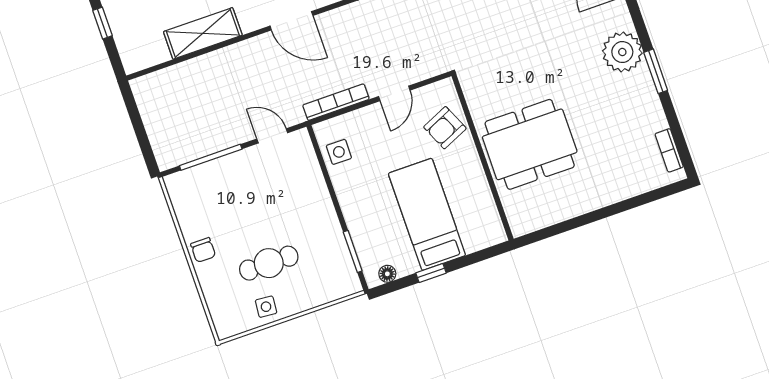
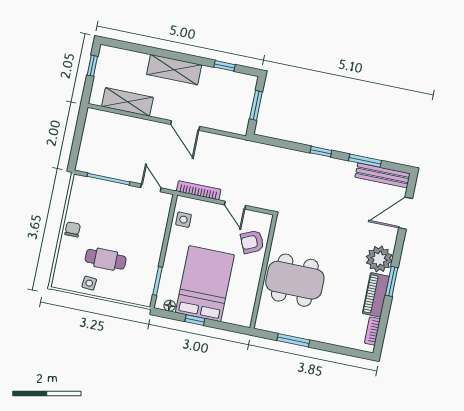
door: (291, 21) -> (185, 125), moved
shelving: (203, 33) -> (127, 102), moved
door: (394, 93) -> (235, 205), hinge flipped
piano: (646, 101) -> (376, 295), added
bed: (427, 214) -> (205, 284), width x1.50
window: (574, 223) -> (293, 340), added
chair: (203, 250) -> (73, 229), turned 180

